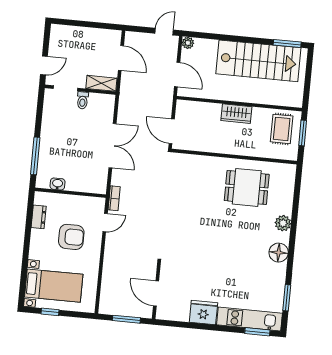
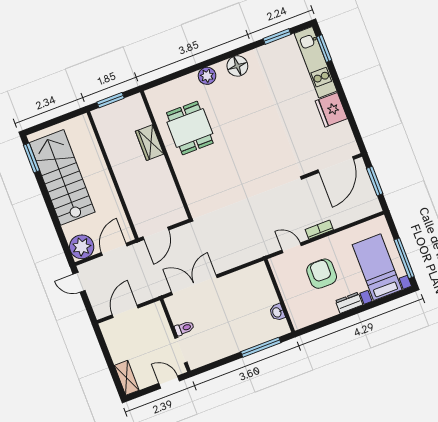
plant: (188, 43) -> (82, 247), width x1.87, depth x1.87
shelving: (101, 83) -> (127, 378), moved
wardrobe: (236, 114) -> (150, 143), moved, turned 180
rug: (282, 129) -> (117, 122), removed
door: (172, 131) -> (156, 233), moved
double door: (113, 146) -> (194, 285), moved
bookcase: (114, 198) -> (319, 230), moved
dresser: (39, 217) -> (349, 303), moved
door: (156, 294) -> (336, 165), width x1.36
window: (50, 312) -> (404, 258), width x2.17

